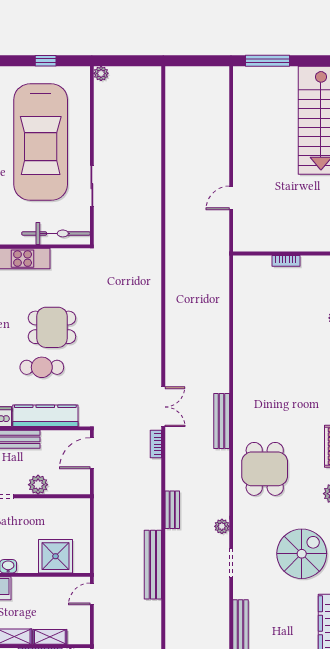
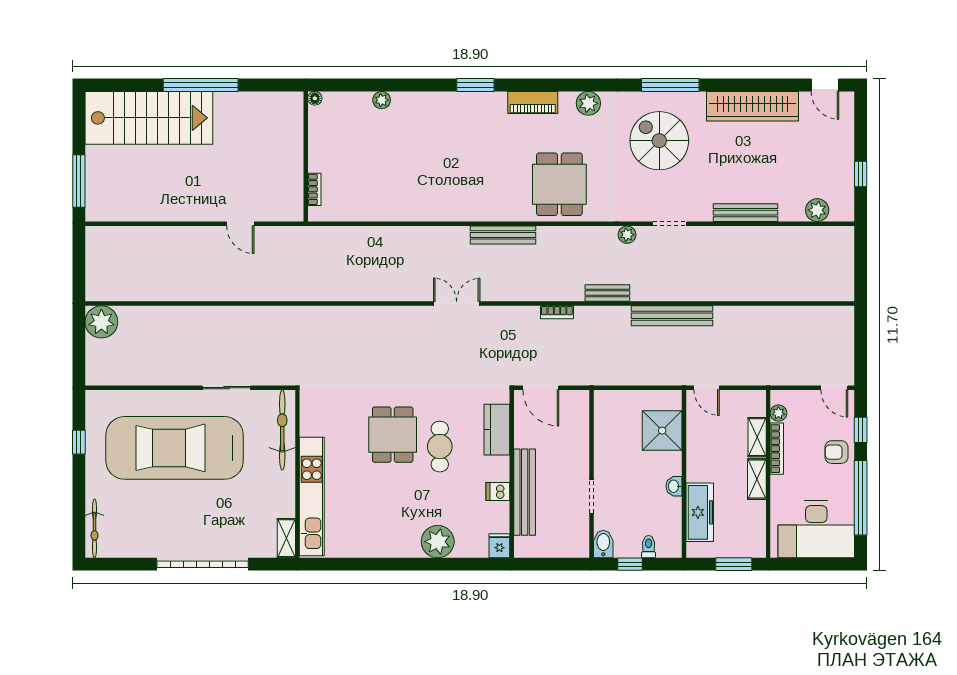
plant: (101, 73) -> (101, 322), moved, width x1.88, depth x1.88
car: (41, 142) -> (175, 448), turned 180
bookcase: (286, 261) -> (314, 189), moved
double door: (163, 407) -> (457, 304), moved
kitchen counter: (45, 416) -> (497, 430), width x0.67
bookcase: (156, 444) -> (557, 312), moved
dining table: (265, 469) -> (559, 184), turned 90
plant: (38, 485) -> (578, 451), removed

